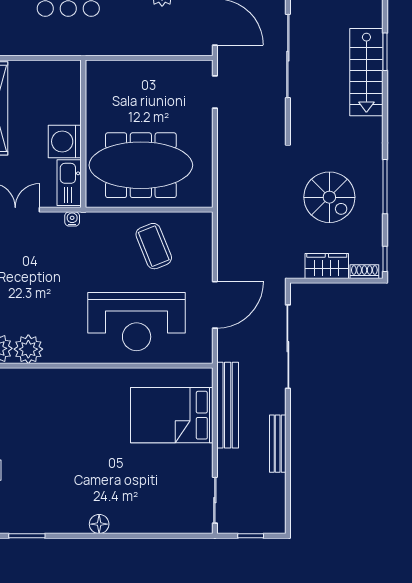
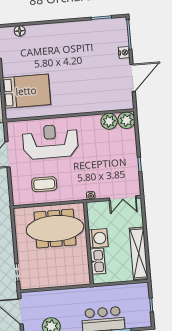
kitchen sink: (69, 183) -> (98, 261), moved
coffee table: (154, 246) -> (44, 184), turned -68
floor lamp: (99, 524) -> (20, 31), moved

